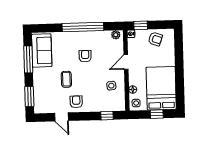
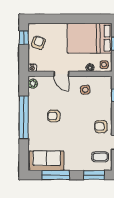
window: (141, 25) -> (24, 38), moved
coffee table: (66, 79) -> (100, 157), moved

